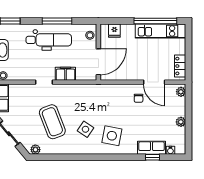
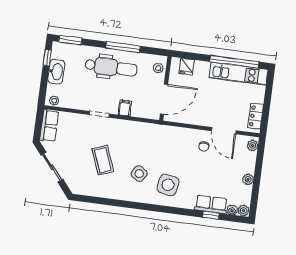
filing cabinet: (65, 74) -> (125, 108), width x0.50
coffee table: (52, 122) -> (103, 160), width x0.73, depth x0.76
plant: (35, 150) -> (243, 211), moved

